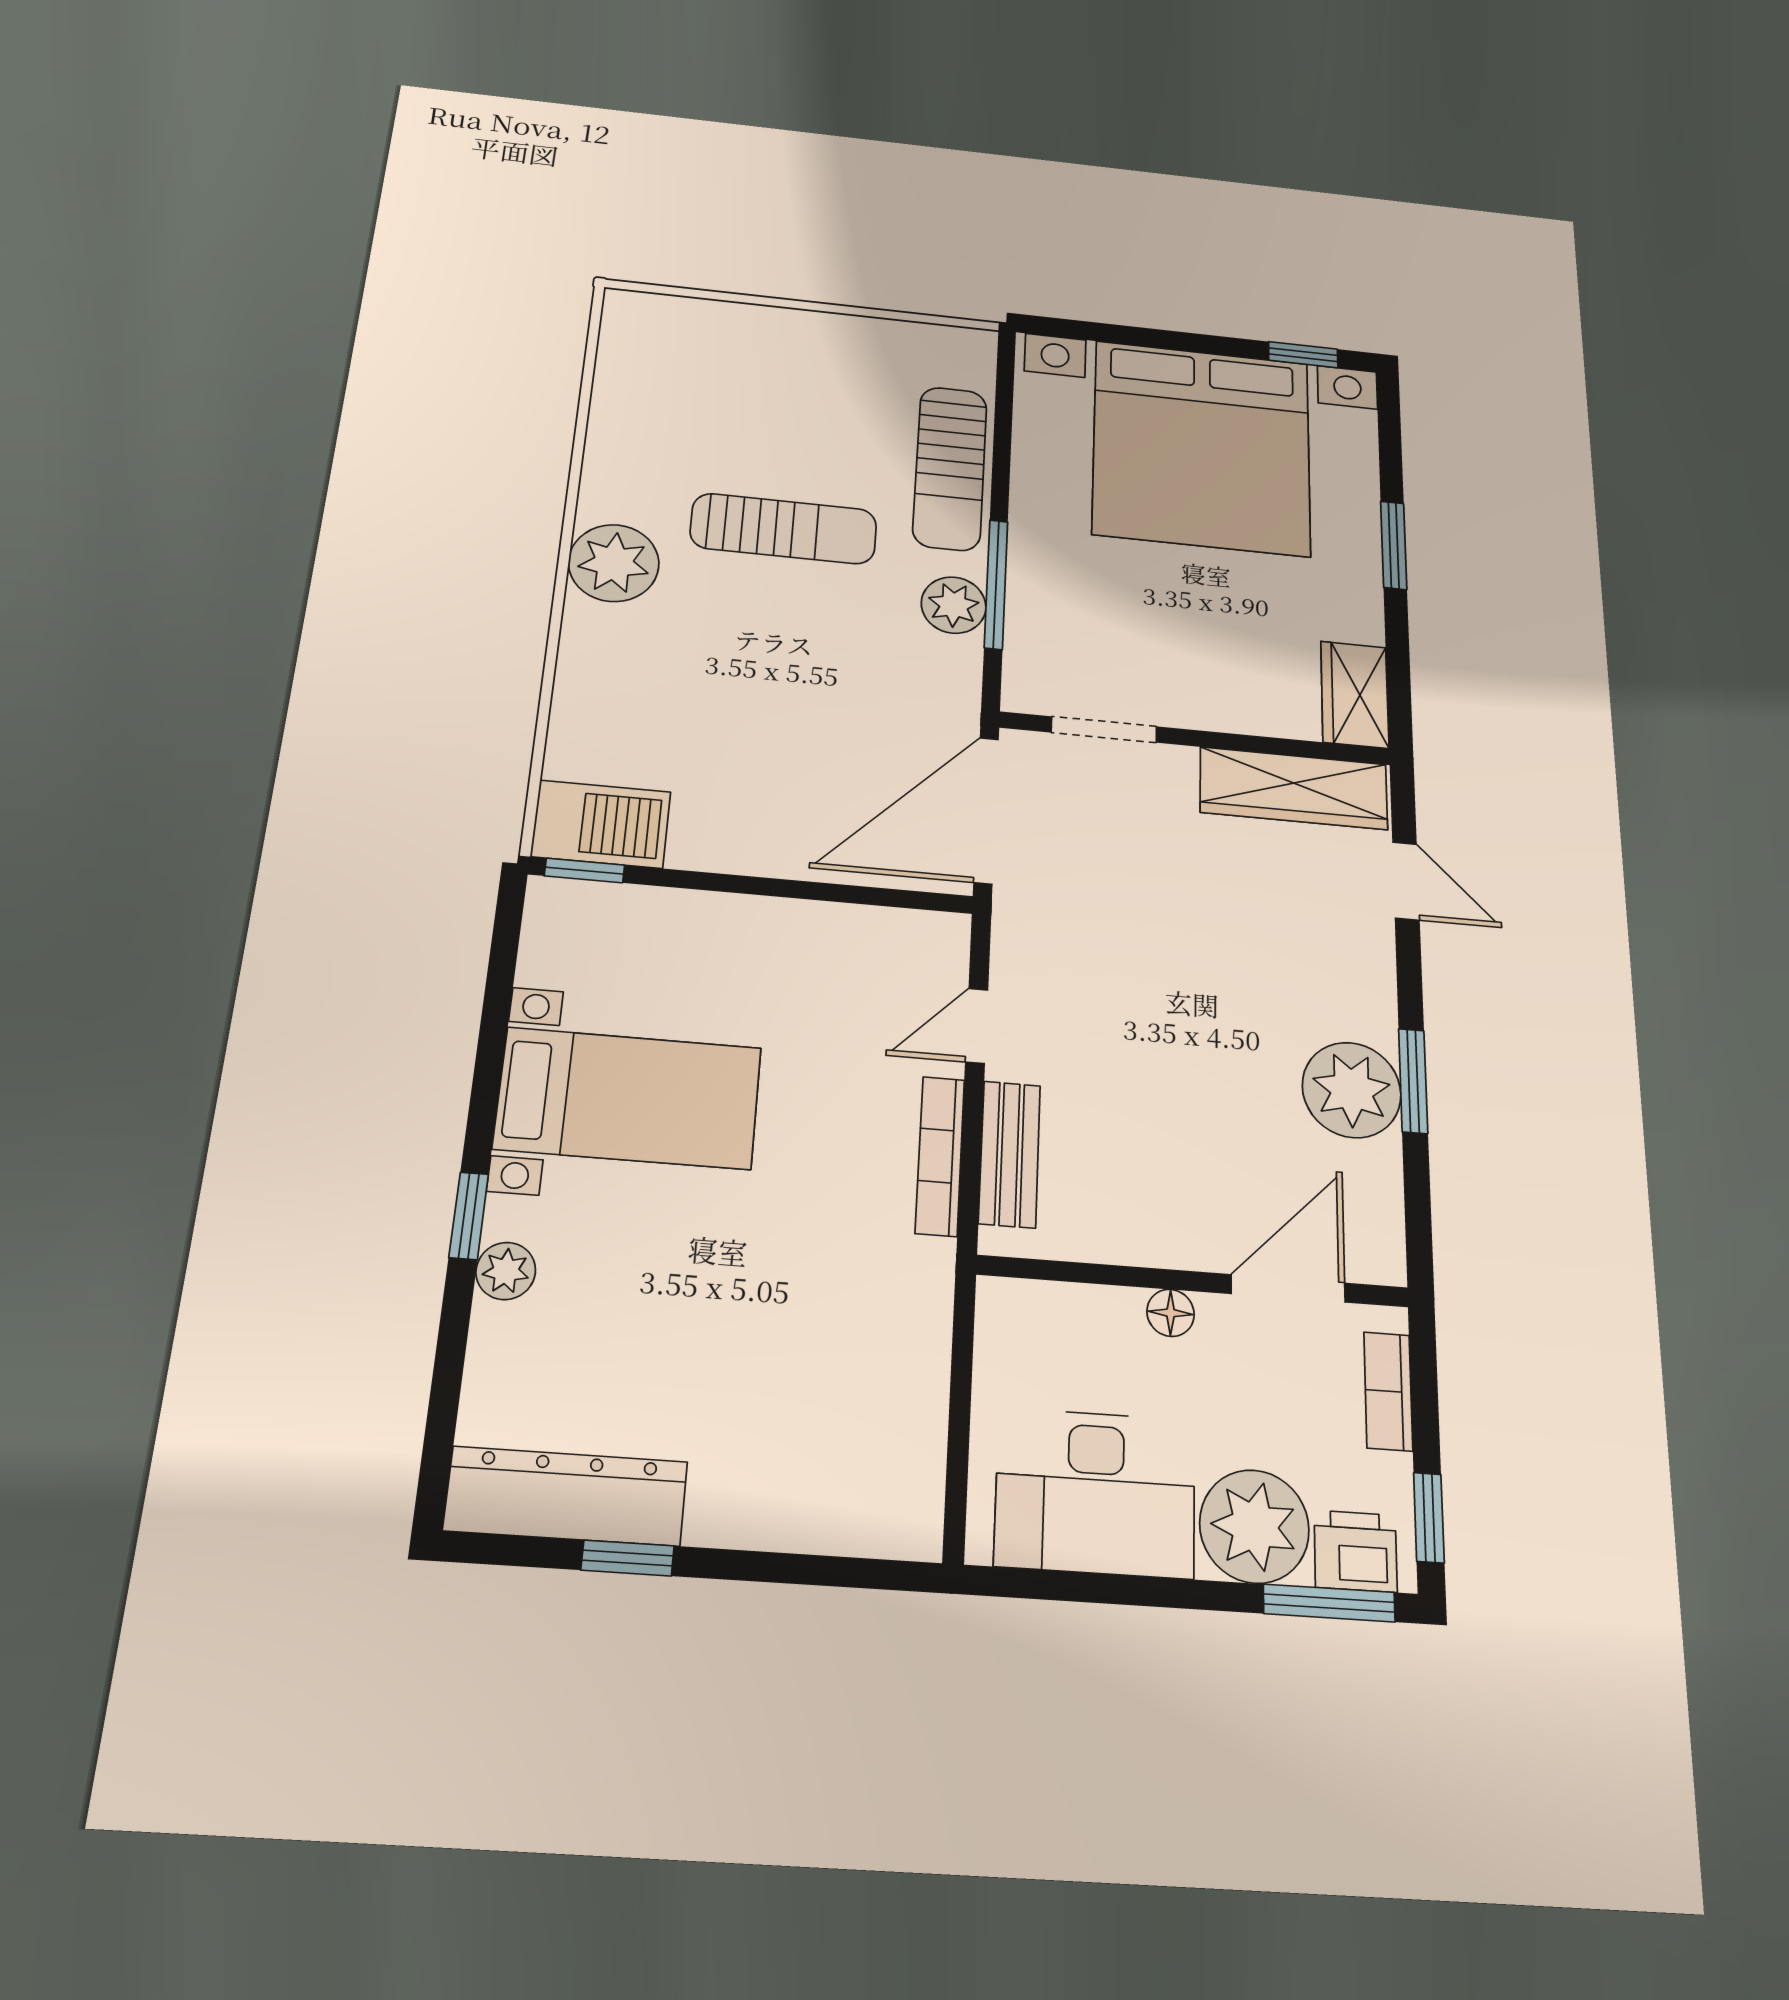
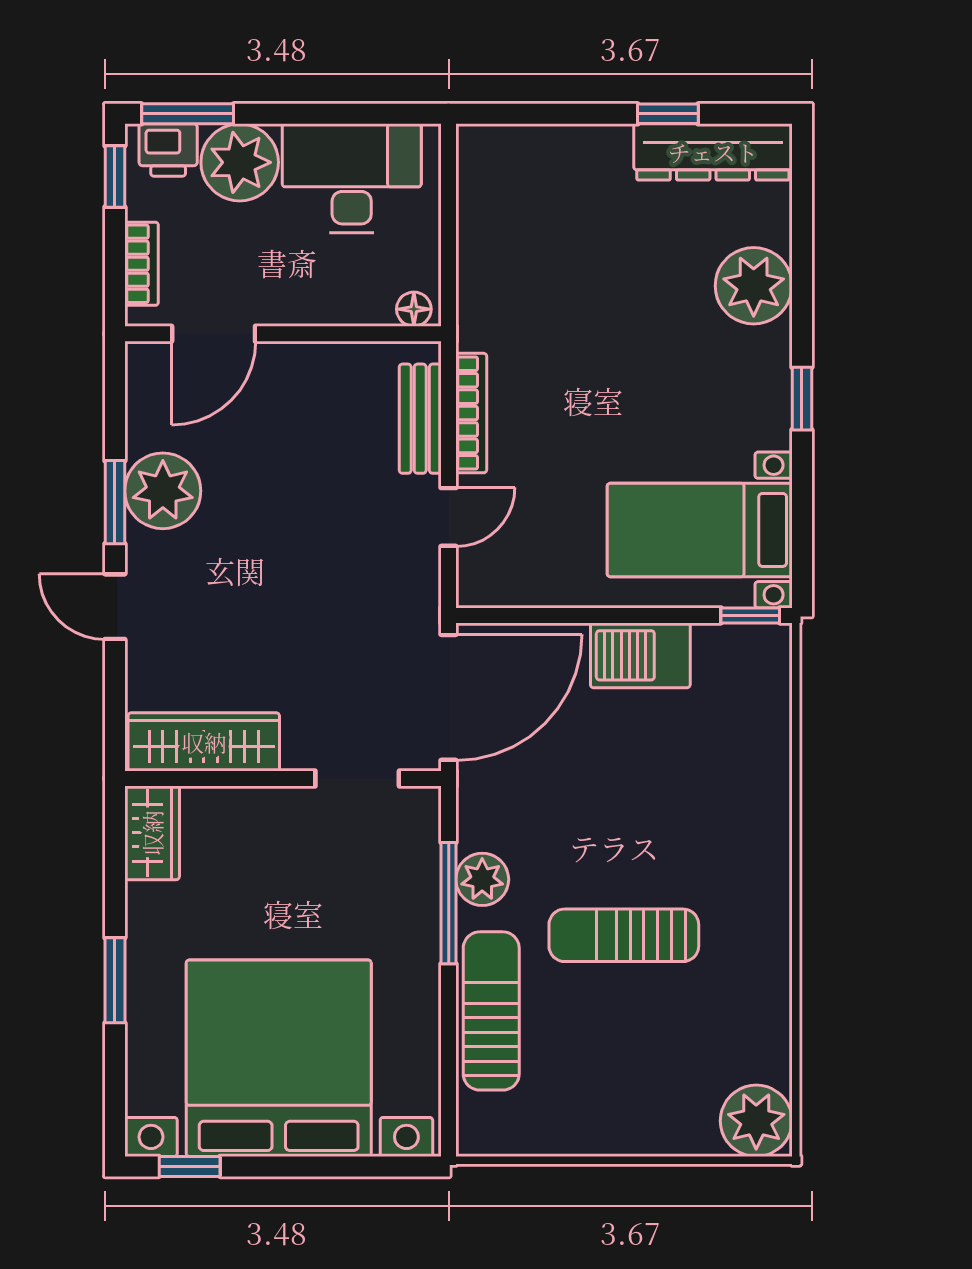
plant: (614, 563) -> (756, 1121), moved
barbecue: (601, 824) -> (640, 655), moved
door: (1406, 881) -> (115, 607), moved
bed with nightstands: (628, 1098) -> (700, 530), moved
window: (469, 1216) -> (802, 399), moved
plant: (506, 1271) -> (754, 286), width x1.88, depth x1.88
floor lamp: (1171, 1313) -> (414, 309), moved

